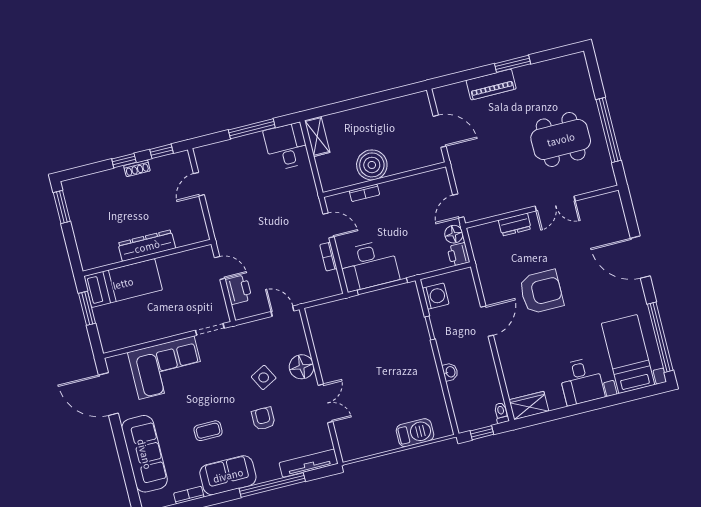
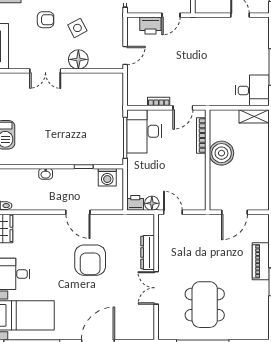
bookcase: (364, 193) -> (201, 136), width x1.56
dresser: (515, 224) -> (148, 252), width x1.44

